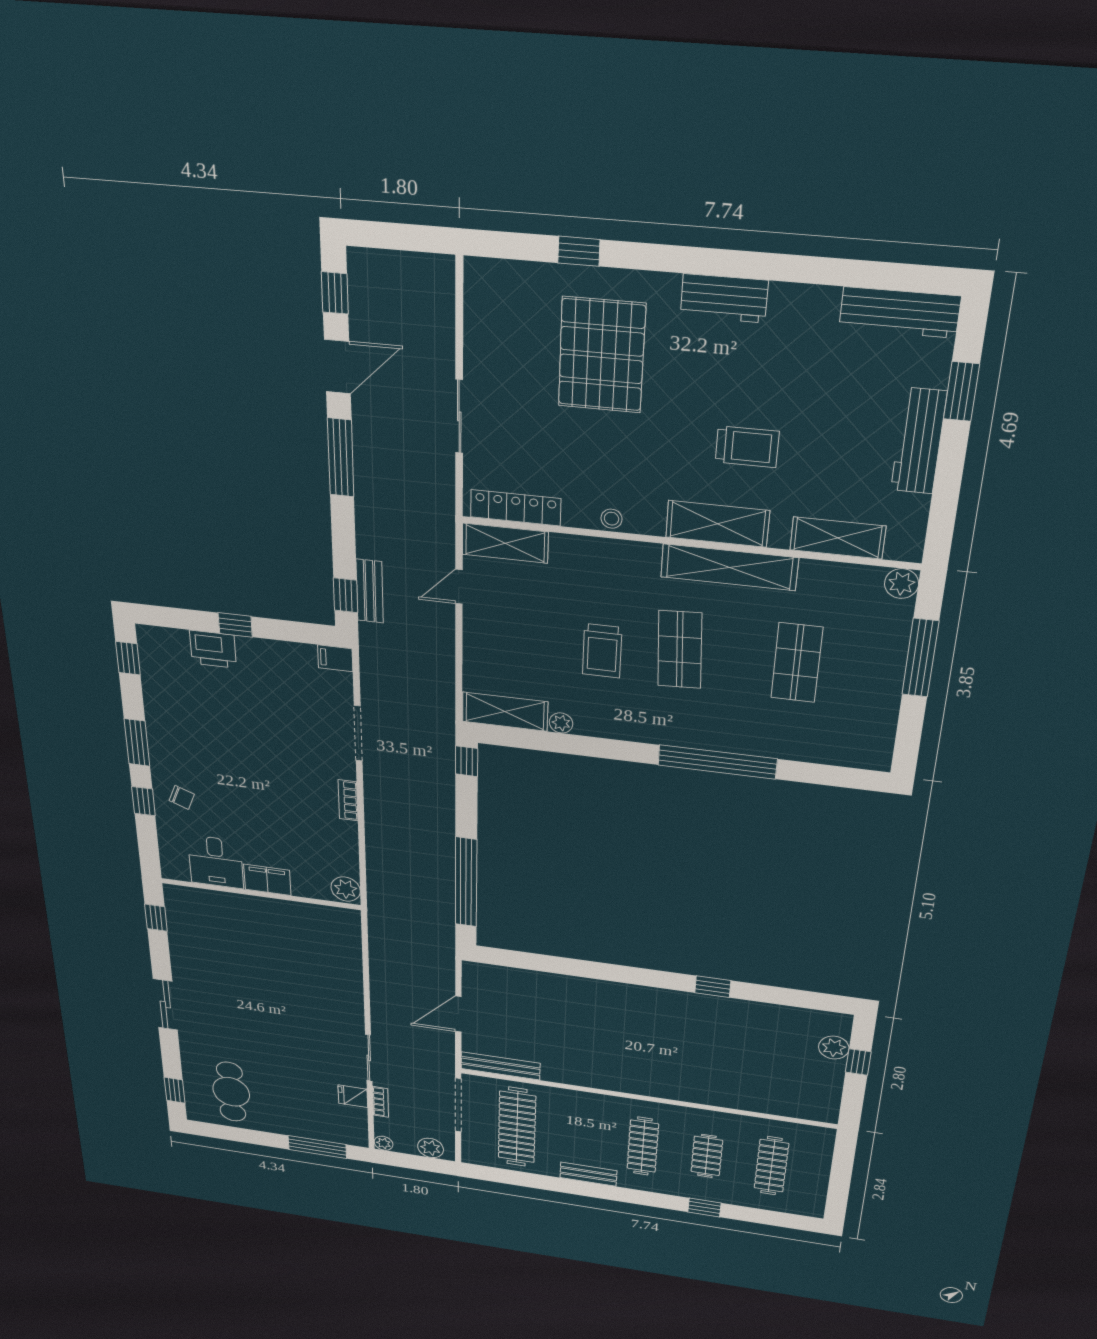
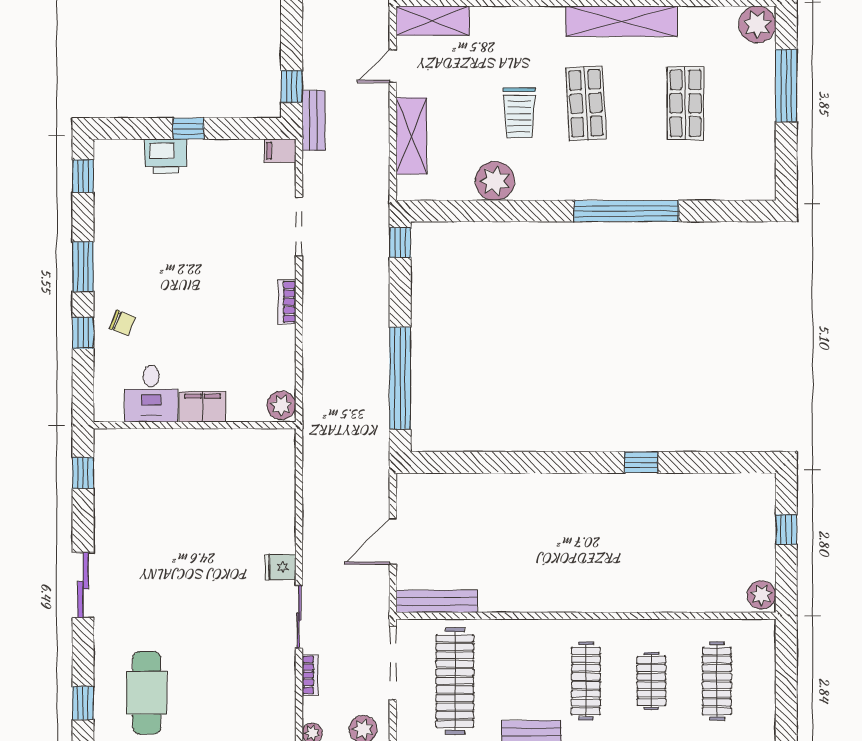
plant: (902, 584) -> (757, 24), width x1.36, depth x1.36
bench: (370, 591) -> (314, 120), moved
shelving: (505, 712) -> (411, 136), moved, turned 90
plant: (561, 723) -> (495, 181), width x1.88, depth x1.88
plant: (834, 1048) -> (761, 595), moved
fridge: (353, 1096) -> (280, 567), moved

